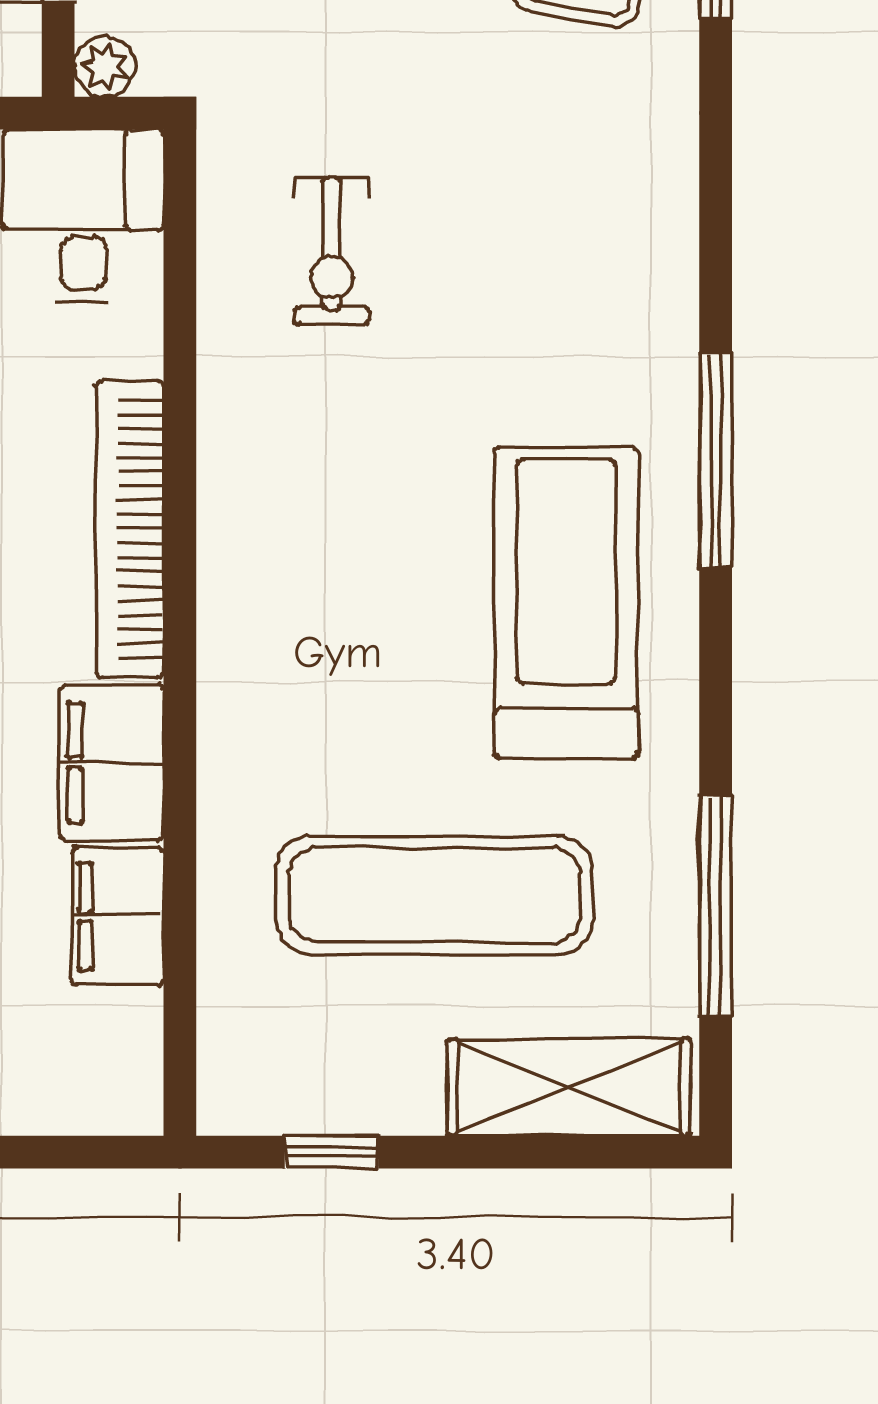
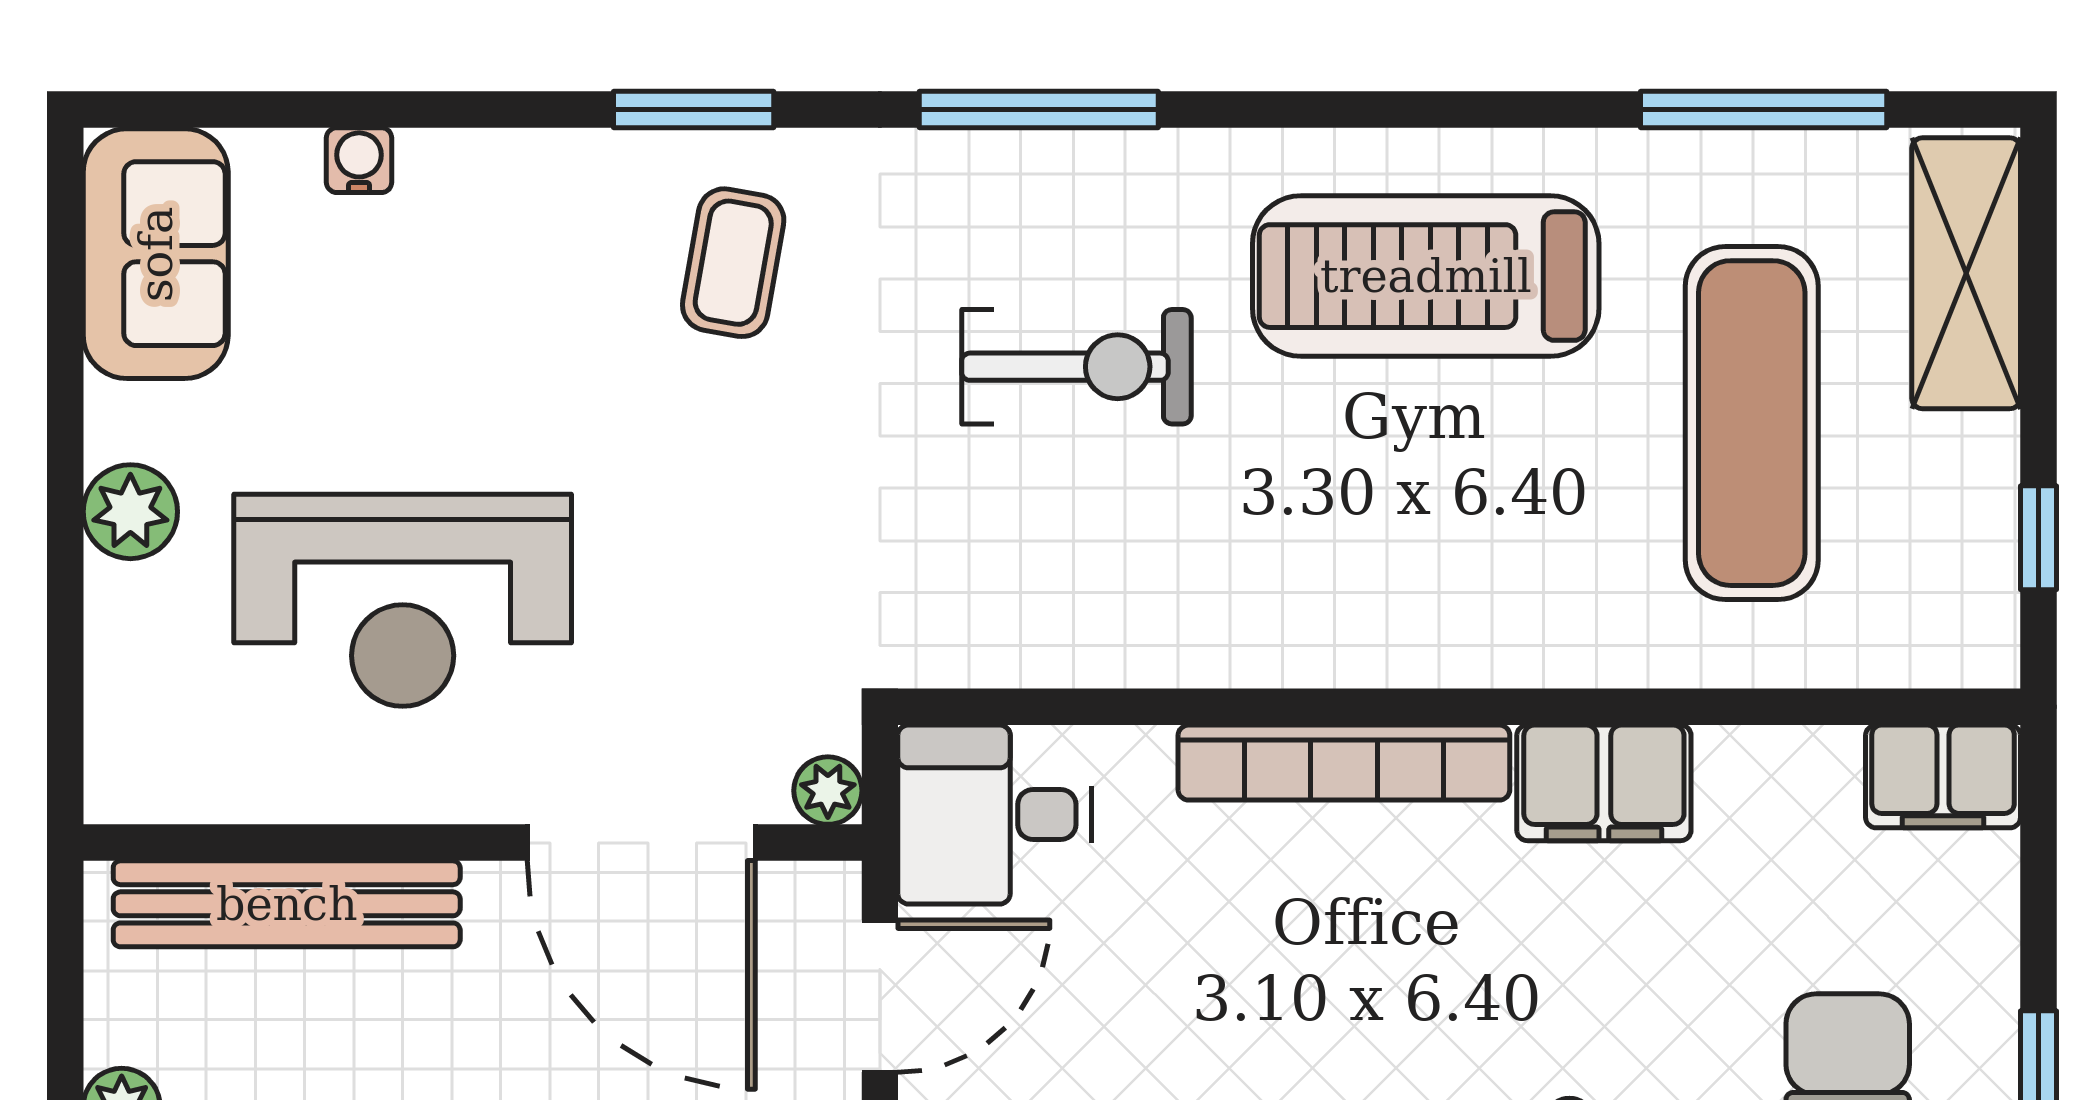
exercise bike: (332, 251) -> (1076, 367), moved, width x1.38, depth x1.39
window: (716, 460) -> (1039, 109), moved
filing cabinet: (117, 916) -> (1943, 776), moved

